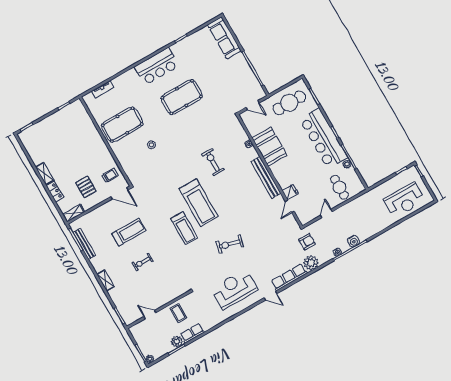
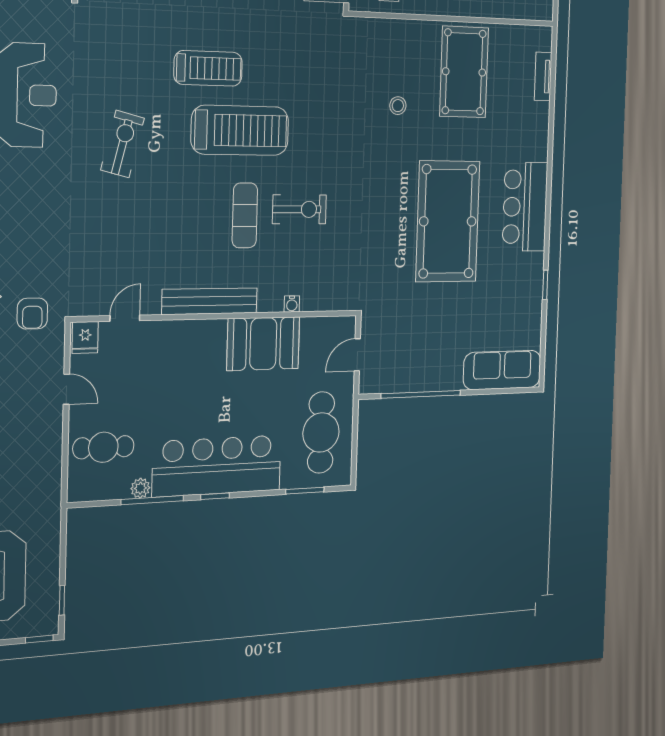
pool table: (182, 97) -> (448, 221), width x1.36, depth x1.32
exercise mat: (228, 182) -> (245, 215), added
fridge: (290, 192) -> (85, 337), moved
treadmill: (199, 203) -> (240, 130), turned 180
door: (290, 206) -> (125, 318), hinge flipped
treadmill: (184, 228) -> (208, 68), turned 180

